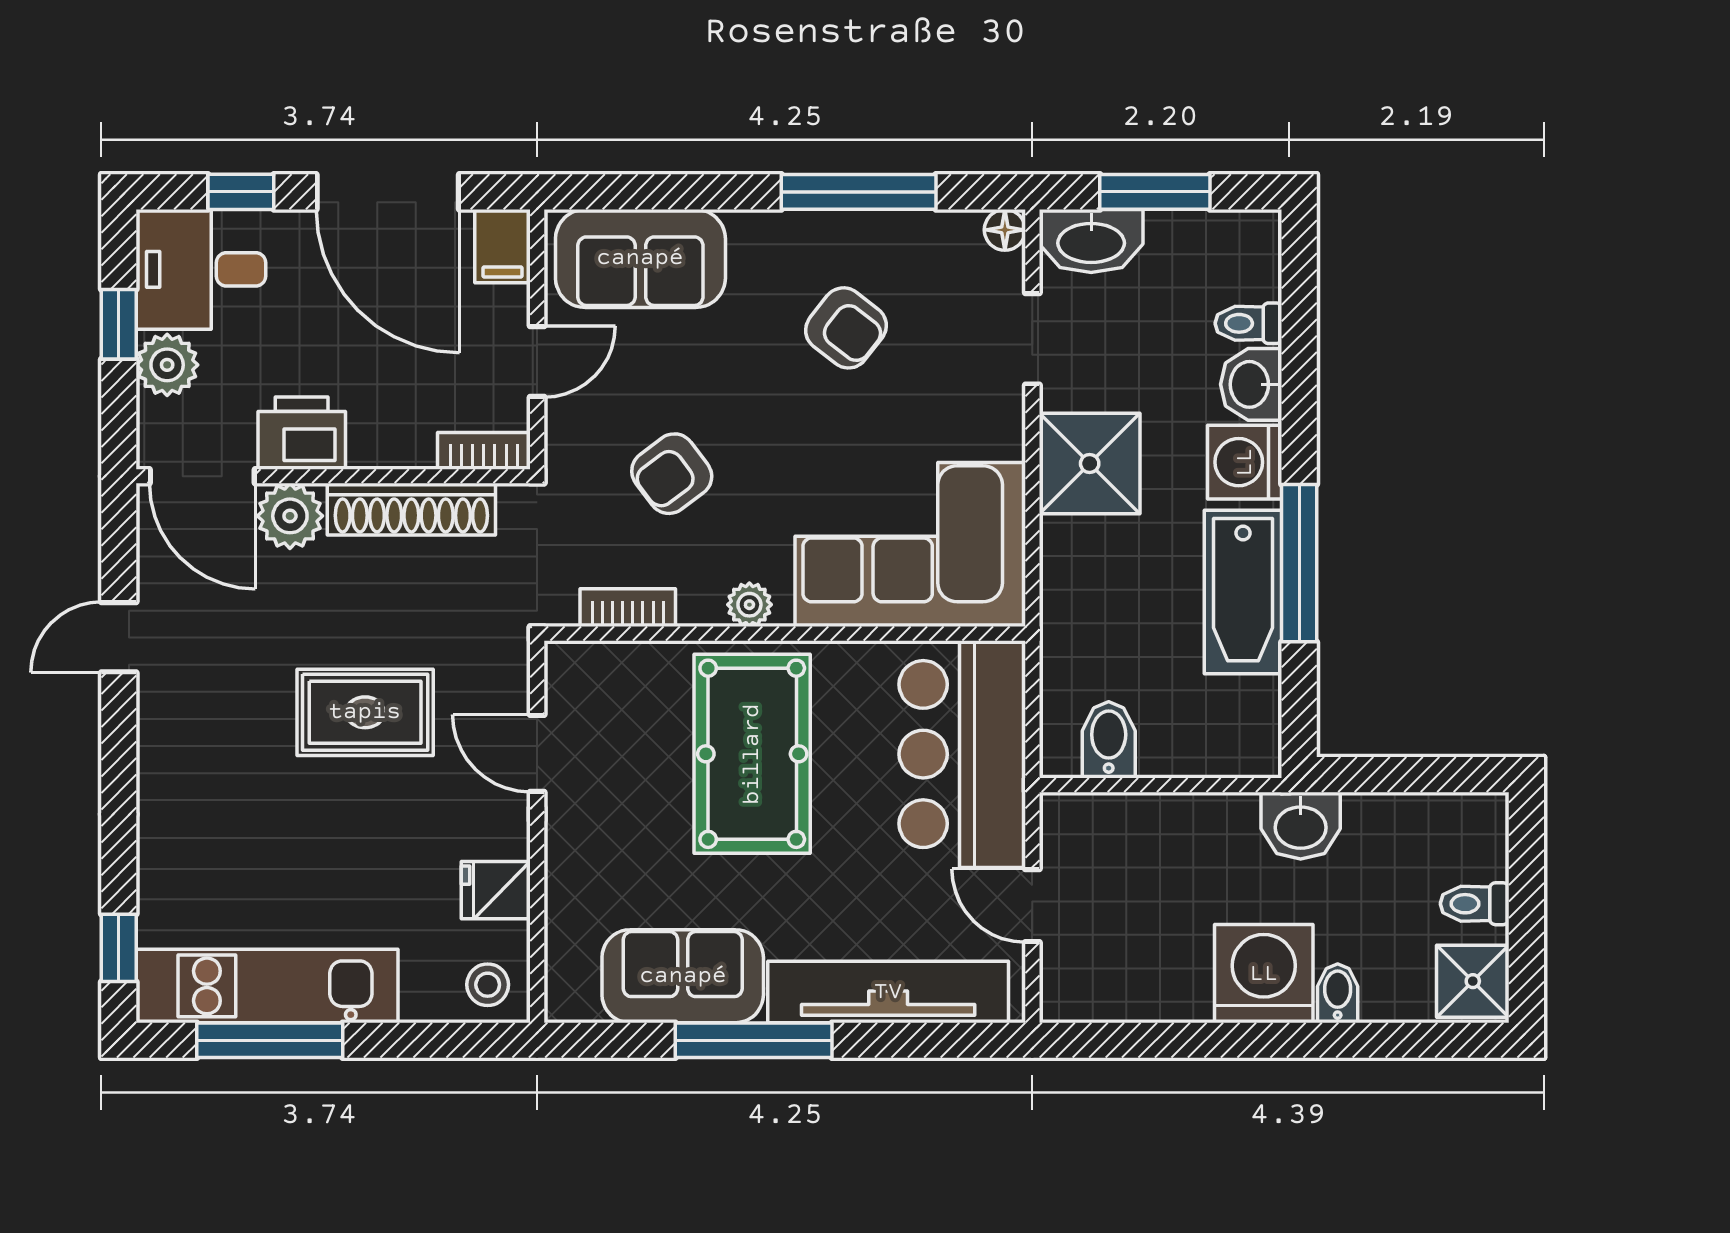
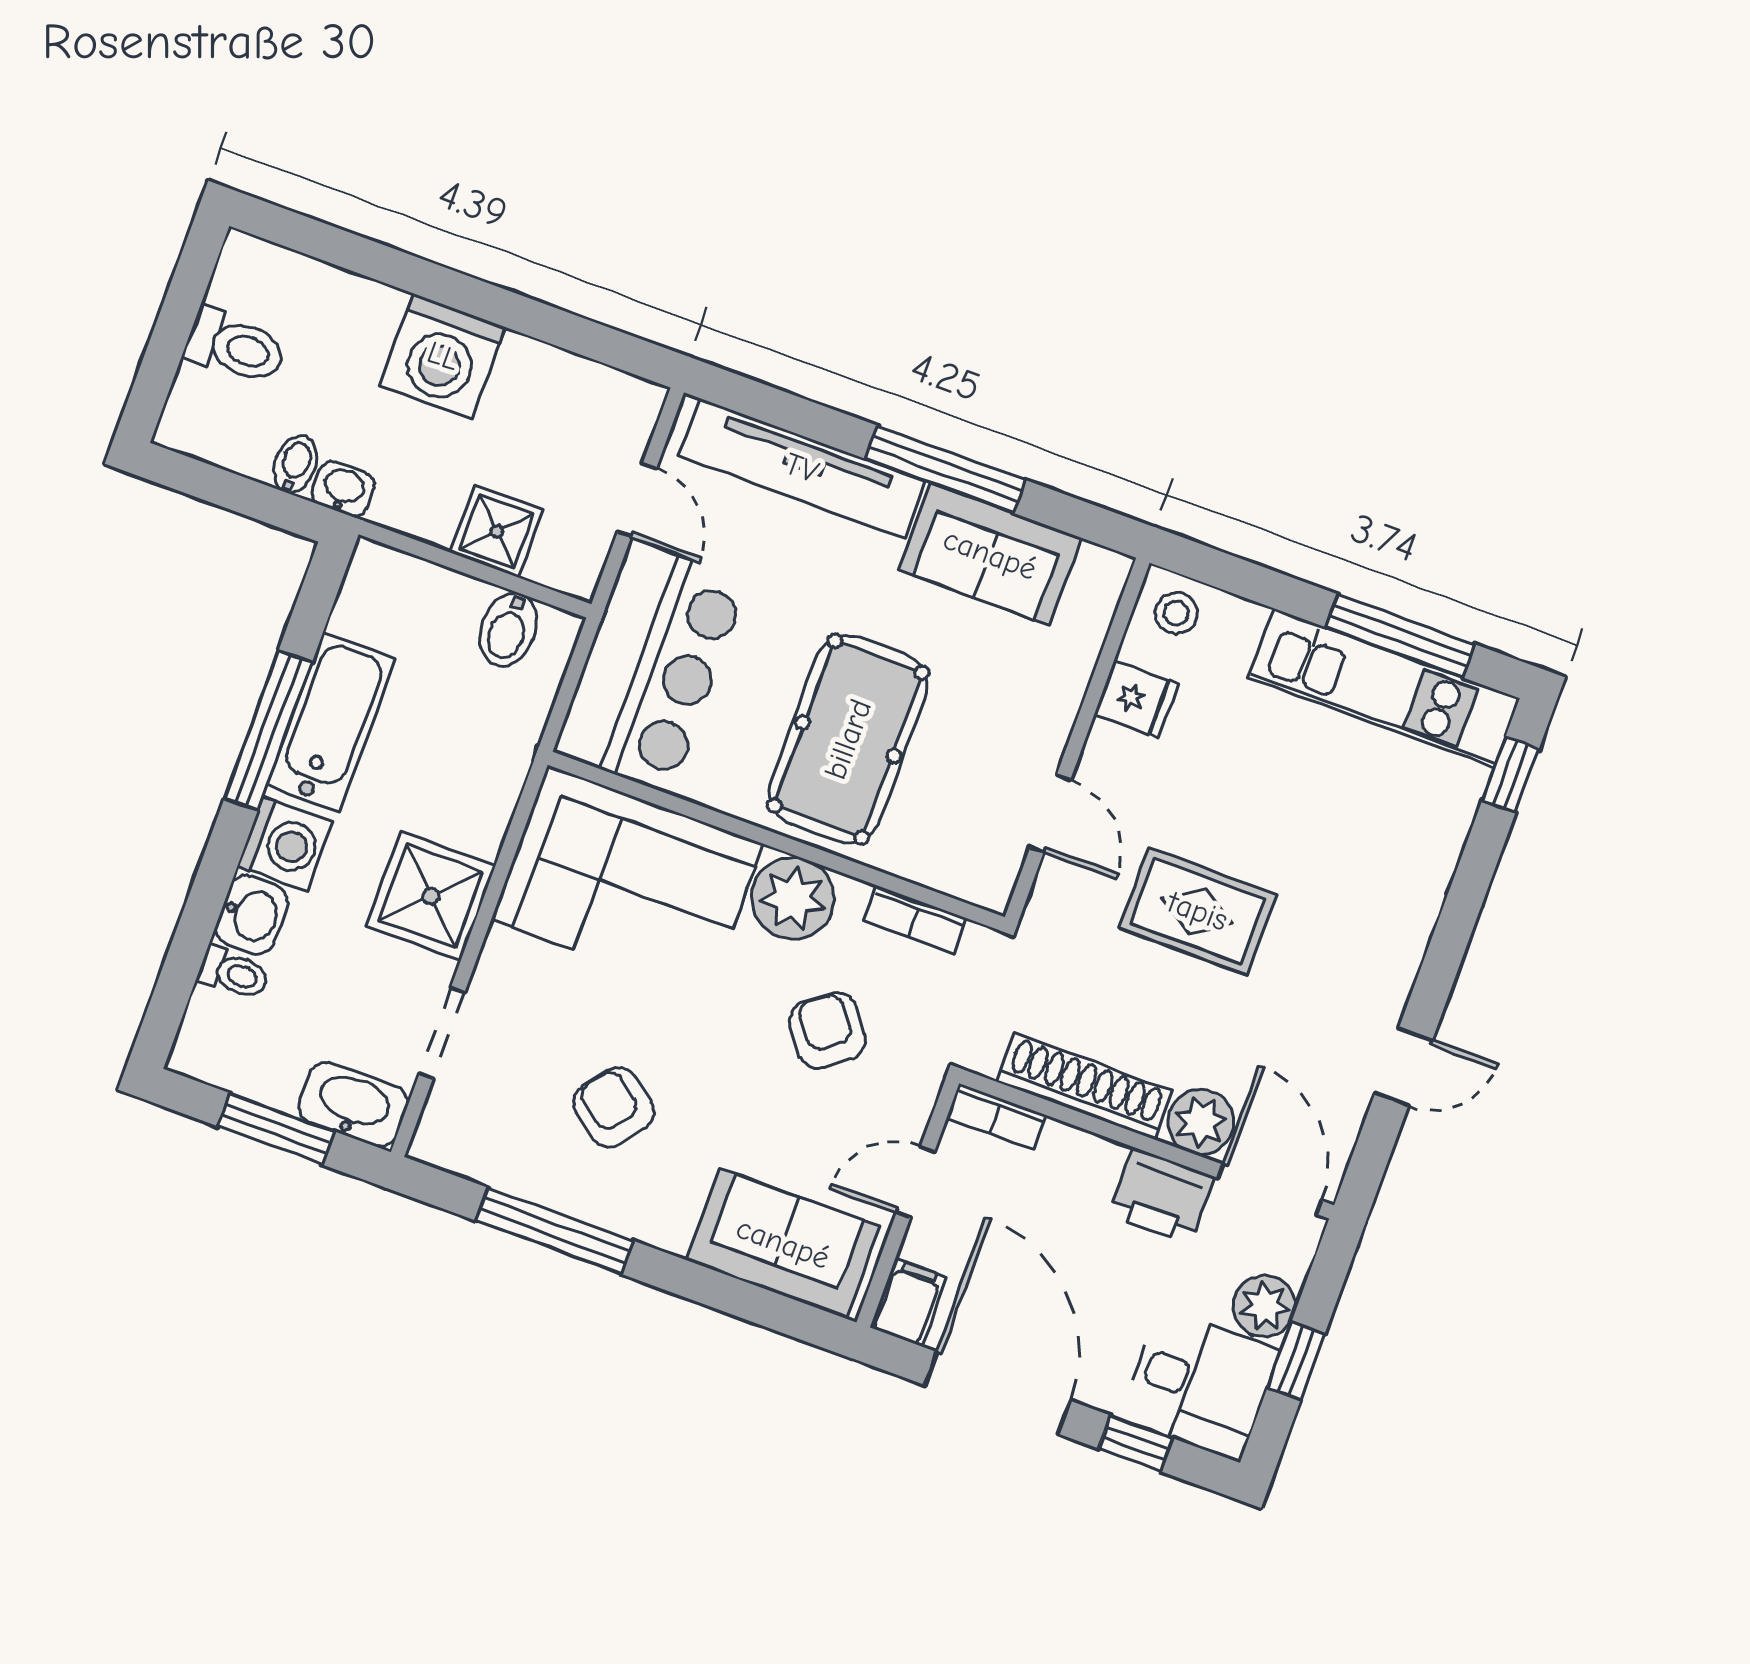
floor lamp: (1005, 230) -> (430, 1145), removed
armchair: (672, 474) -> (827, 1030), turned -90
plant: (749, 605) -> (793, 898), width x1.87, depth x1.87
washbasin: (1301, 826) -> (343, 489), width x0.72, depth x0.69
toilet: (1475, 904) -> (236, 347), width x1.37, depth x1.39
shower: (1473, 981) -> (497, 531), moved
bidet: (1338, 993) -> (295, 465), moved, turned 180

